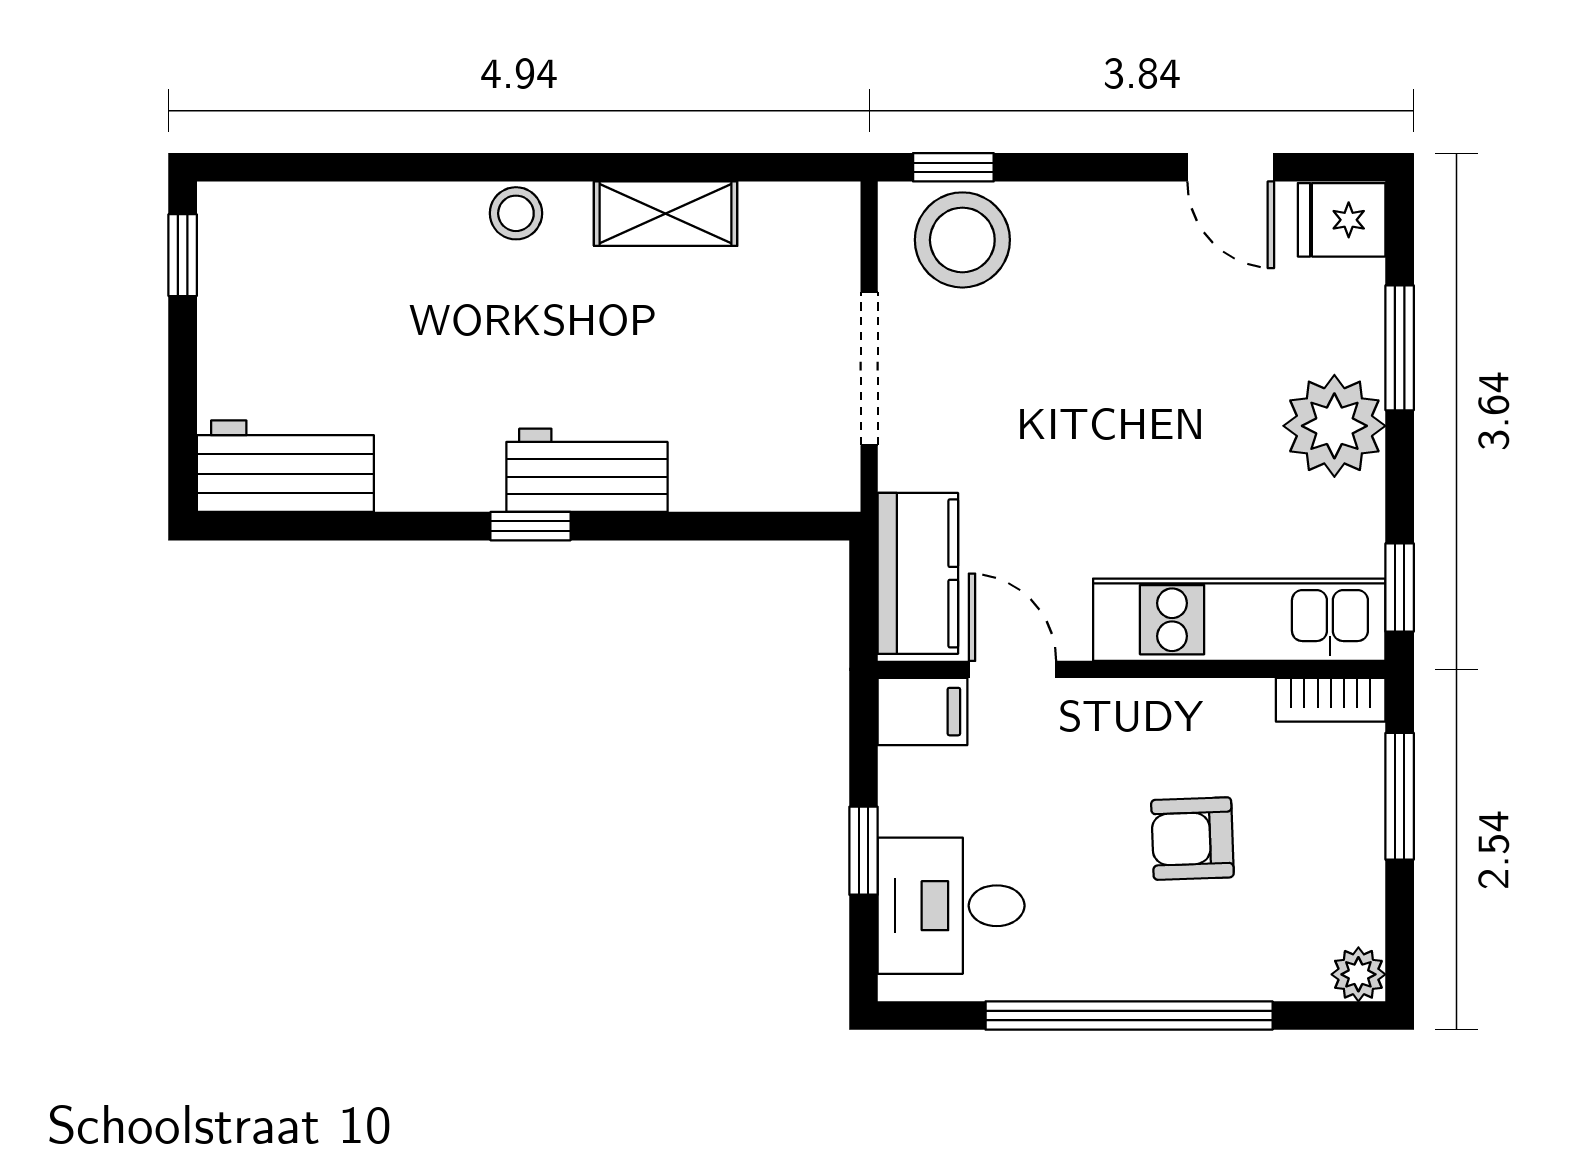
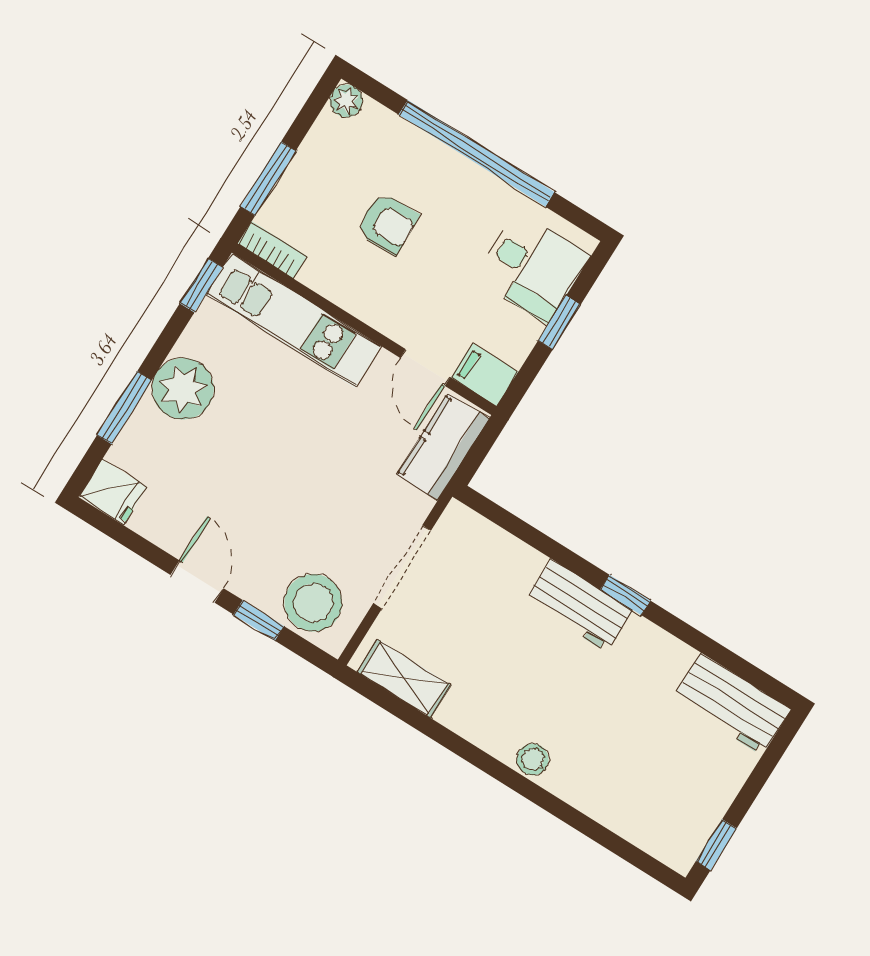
window: (953, 167) -> (259, 620), moved
door: (1231, 167) -> (197, 582), moved
shelving: (666, 214) -> (404, 678), moved

